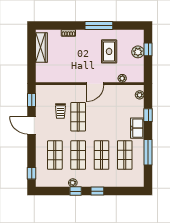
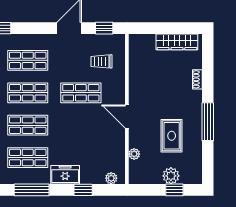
rug: (109, 51) -> (172, 136), turned 90
trolley: (60, 111) -> (102, 61), moved

